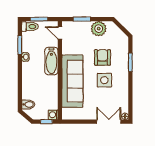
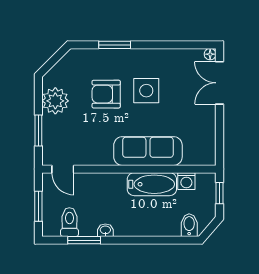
toilet: (30, 27) -> (69, 222), moved
door: (60, 33) -> (63, 169), hinge flipped
bathtub: (51, 61) -> (152, 184), moved
sofa: (72, 81) -> (148, 151), width x0.74, depth x0.79
washing machine: (53, 115) -> (186, 181), moved

